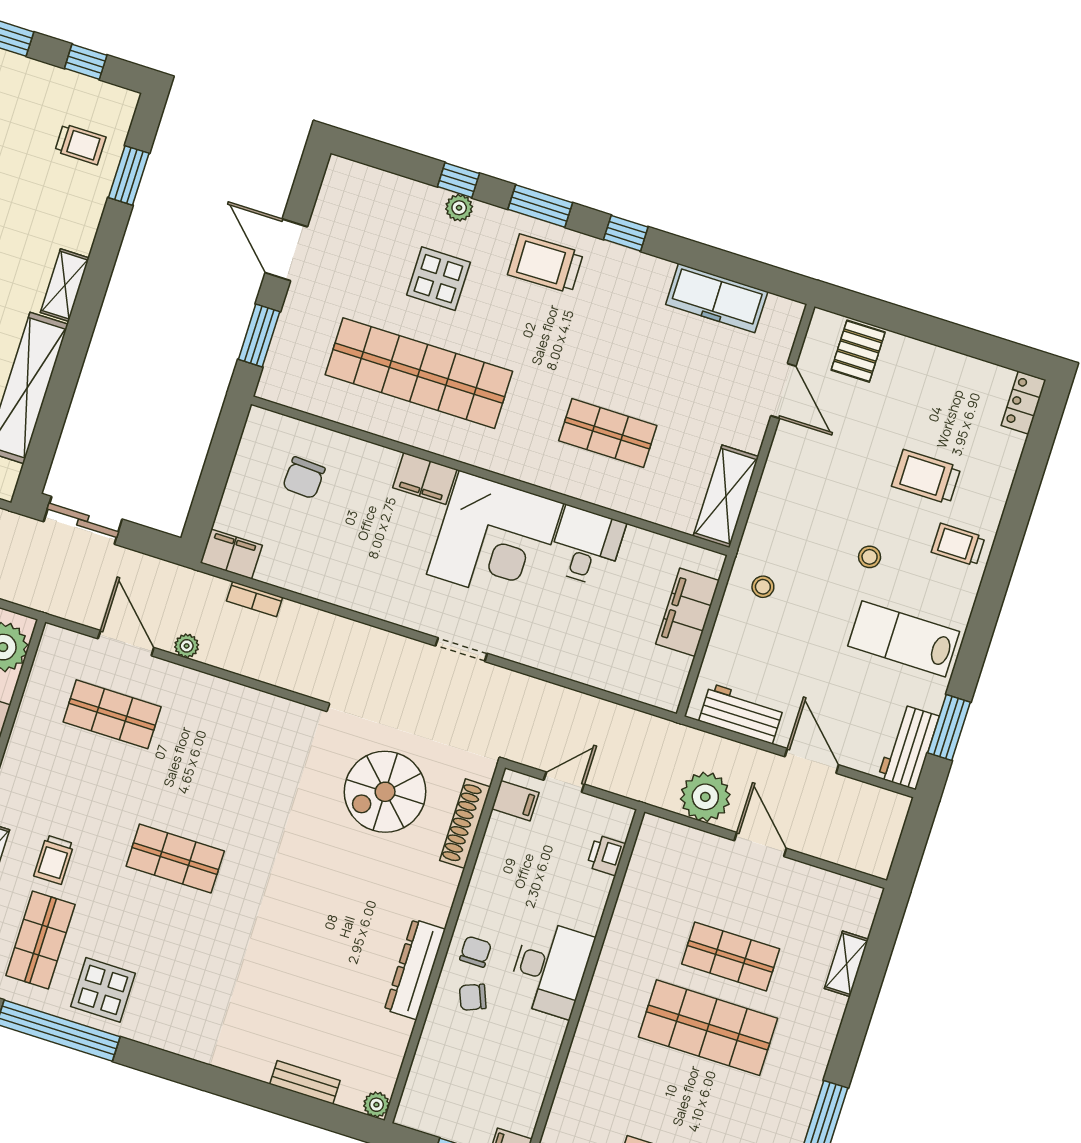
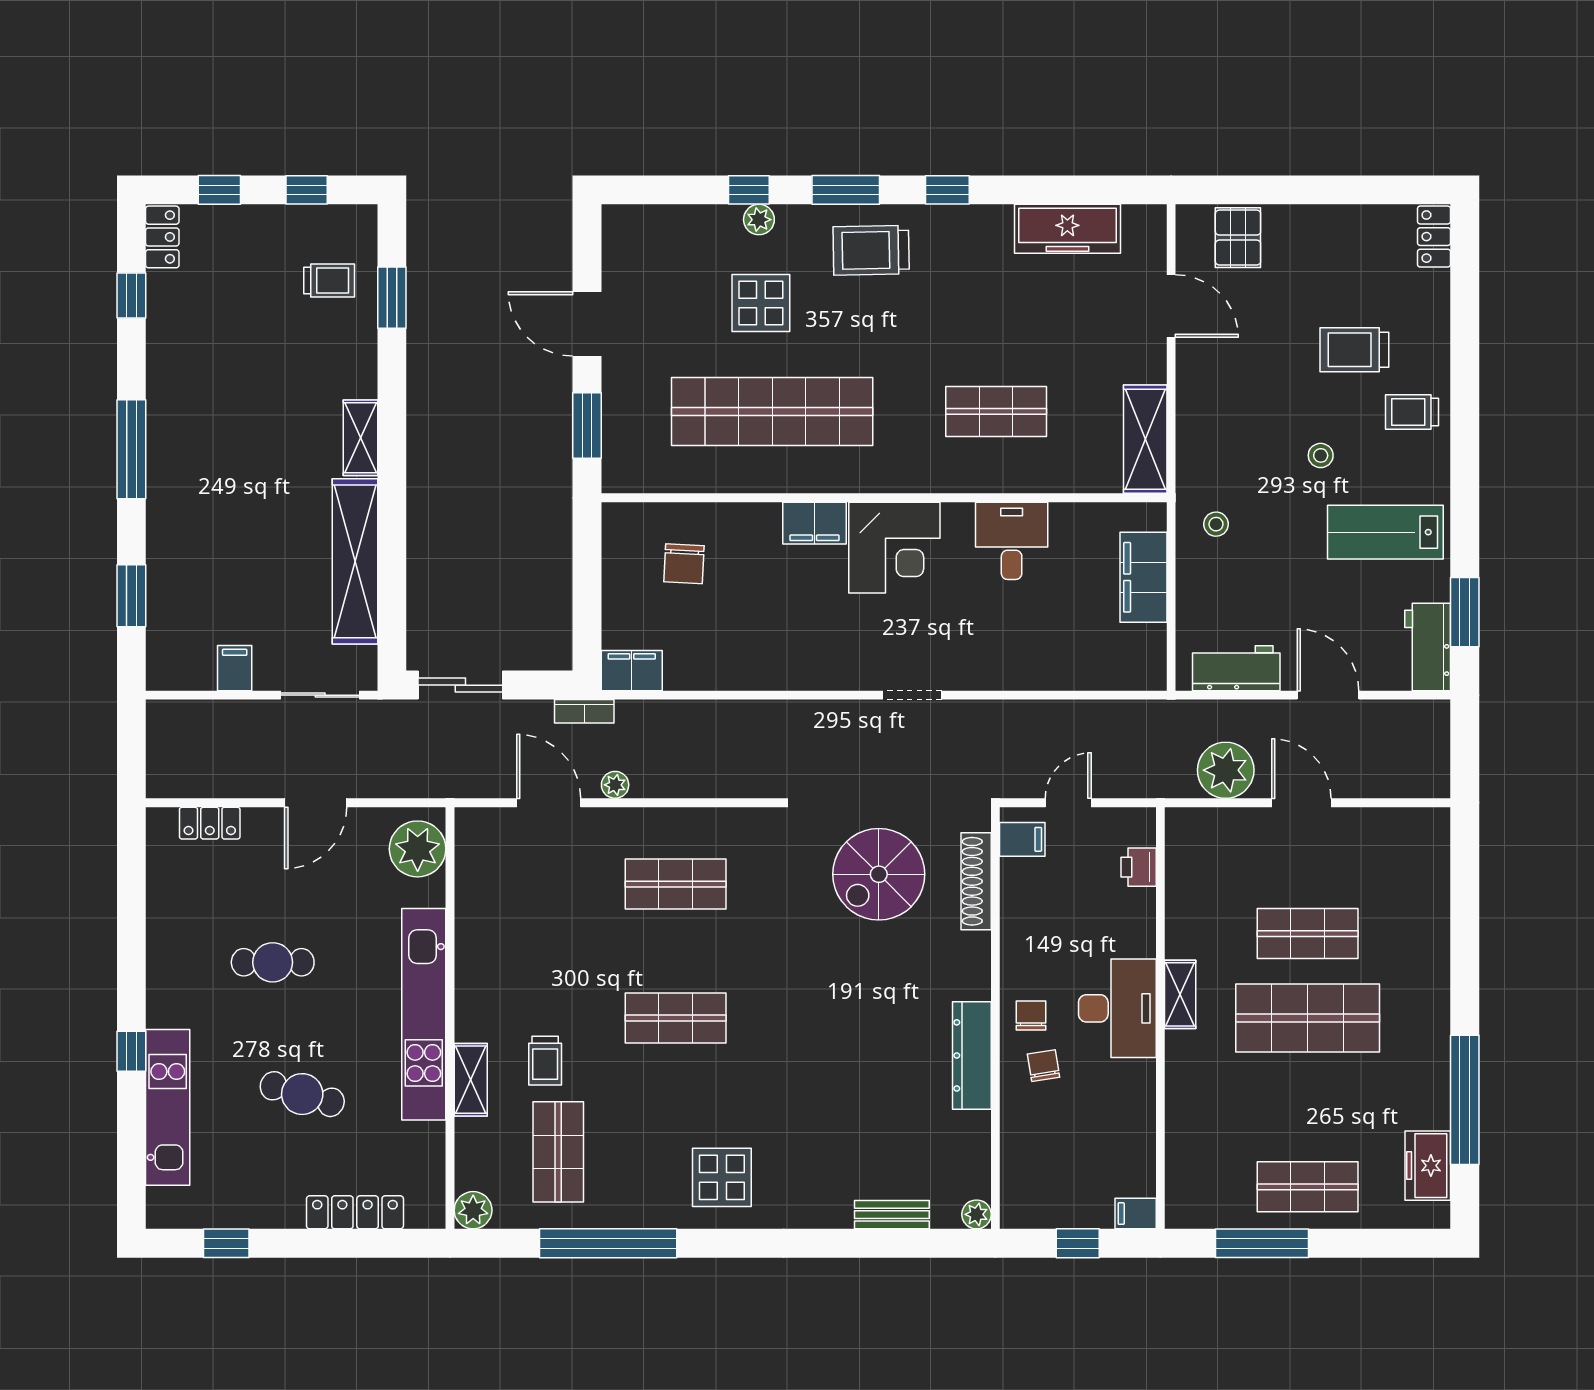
corner desk: (495, 539) -> (894, 548), width x0.74, depth x0.74
bookcase: (255, 599) -> (584, 711), moved
shop shelf: (112, 714) -> (676, 884), moved
shelving: (846, 964) -> (1180, 994), moved
display table: (103, 990) -> (722, 1177), moved
chair: (473, 997) -> (1044, 1066), turned 103

